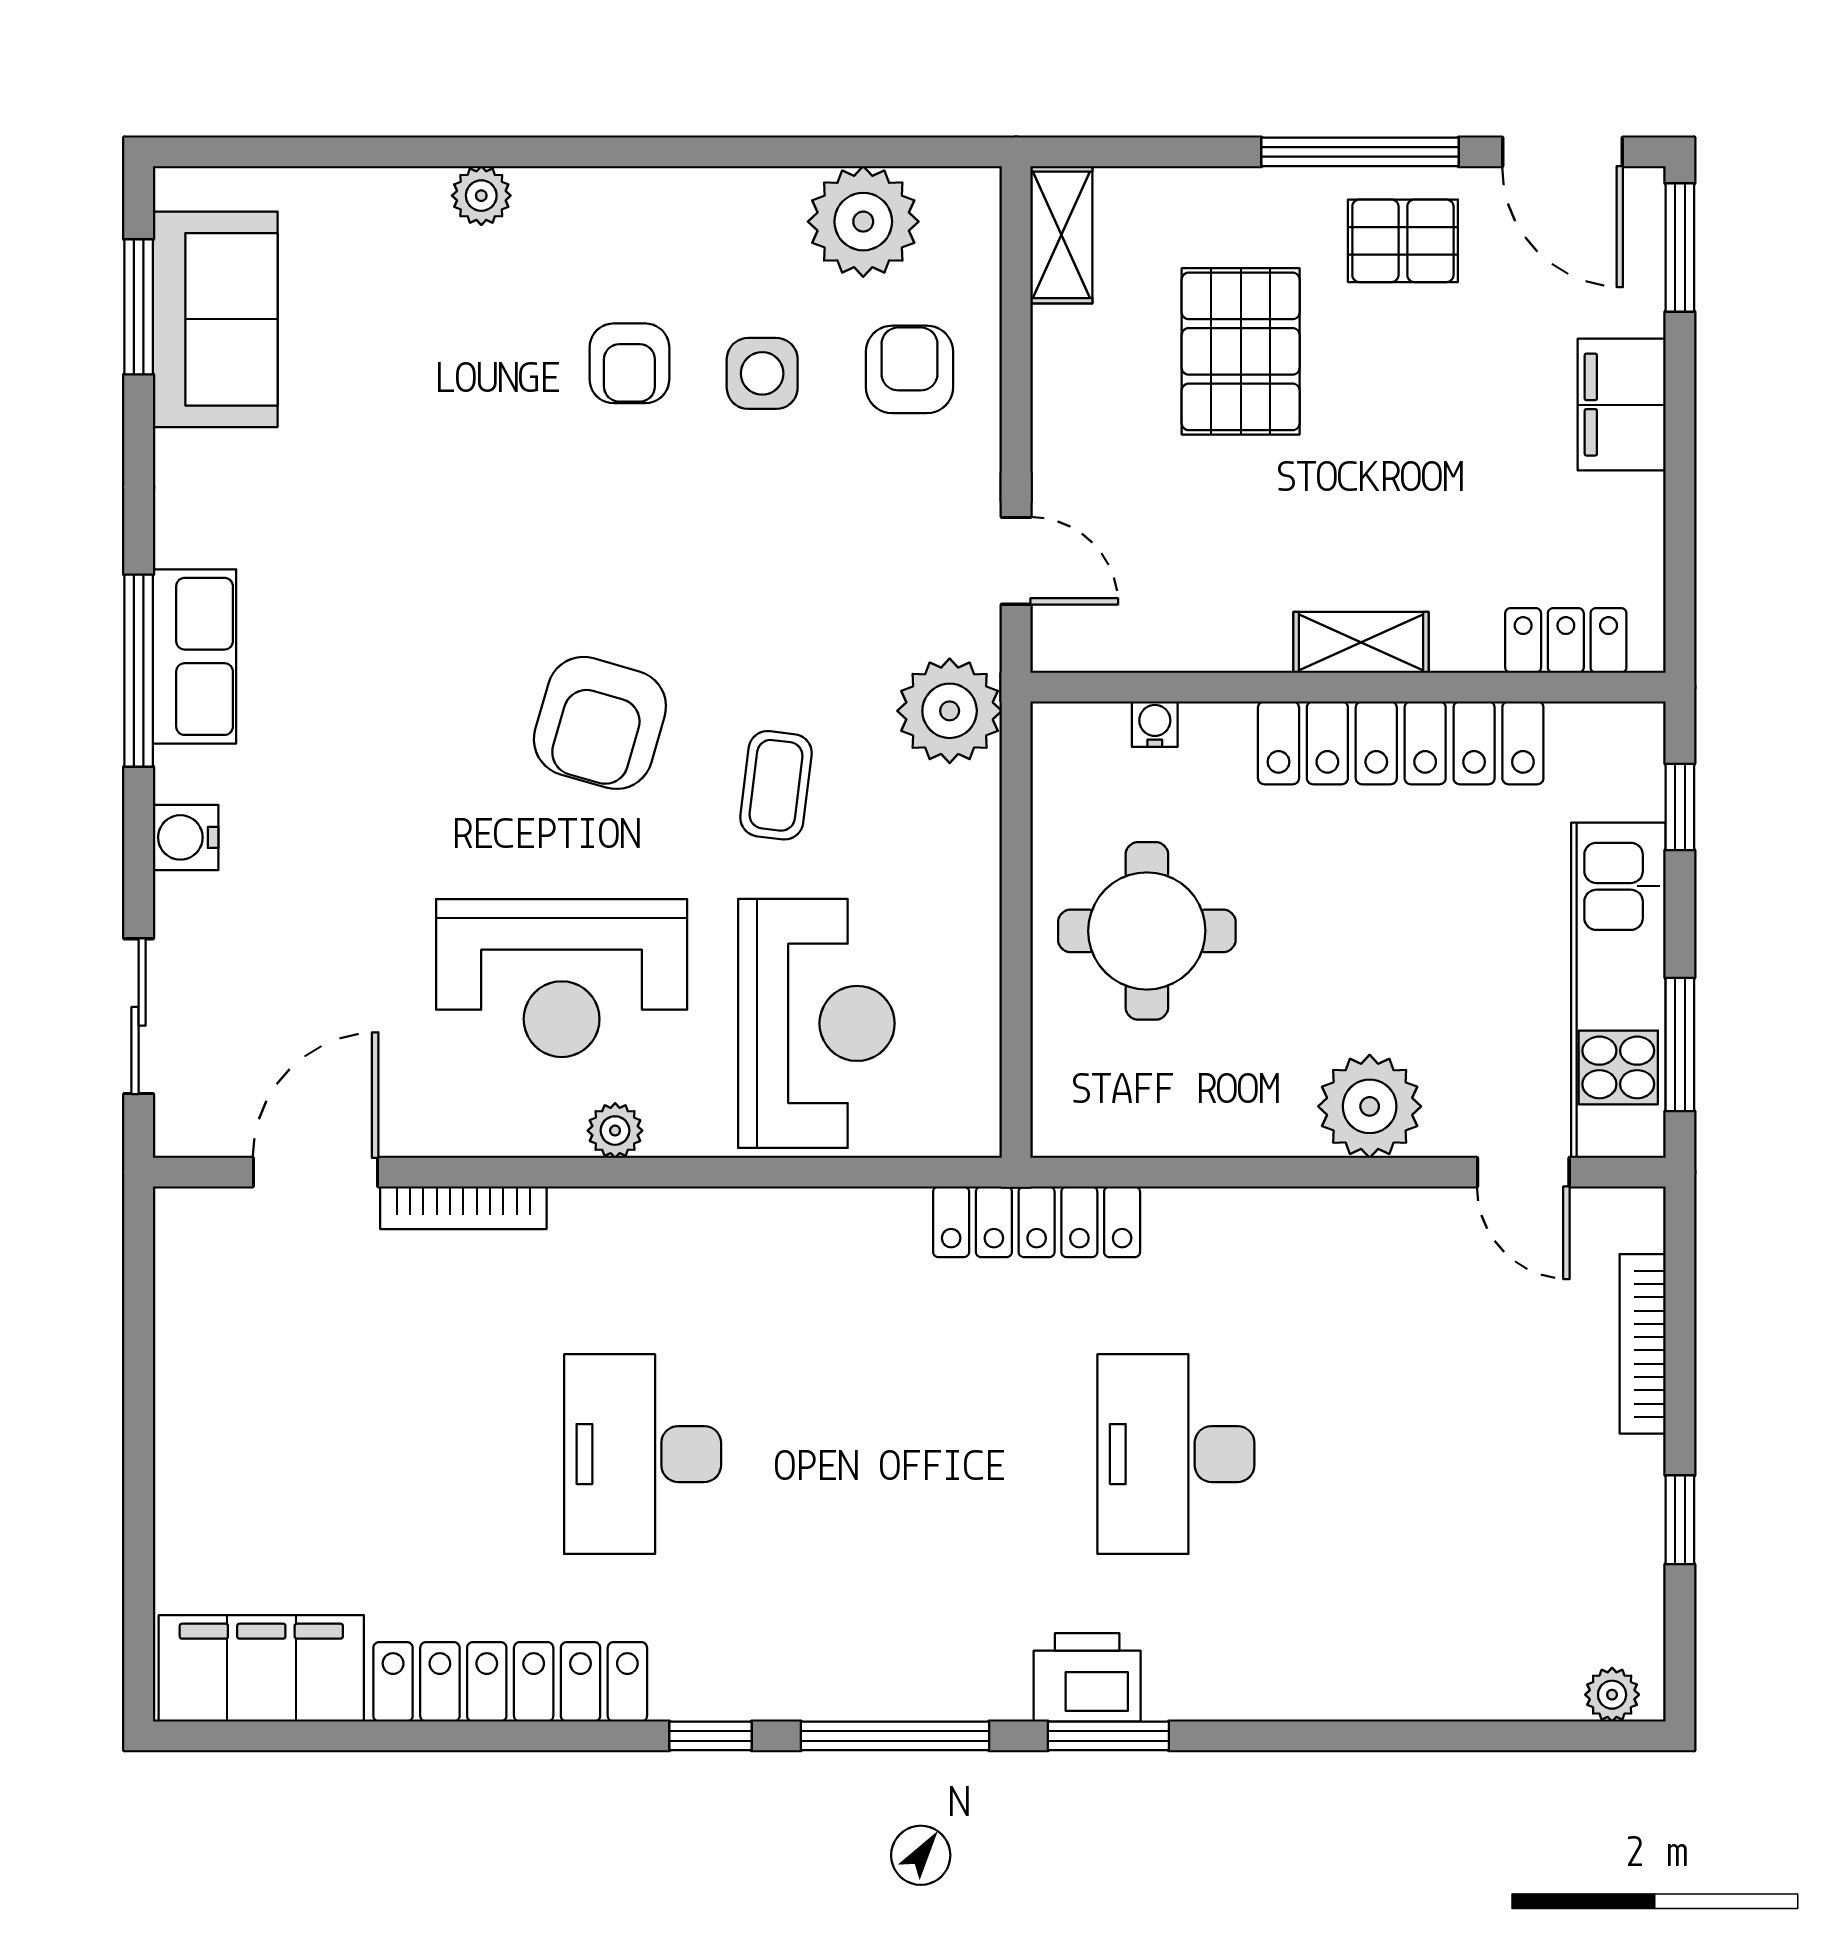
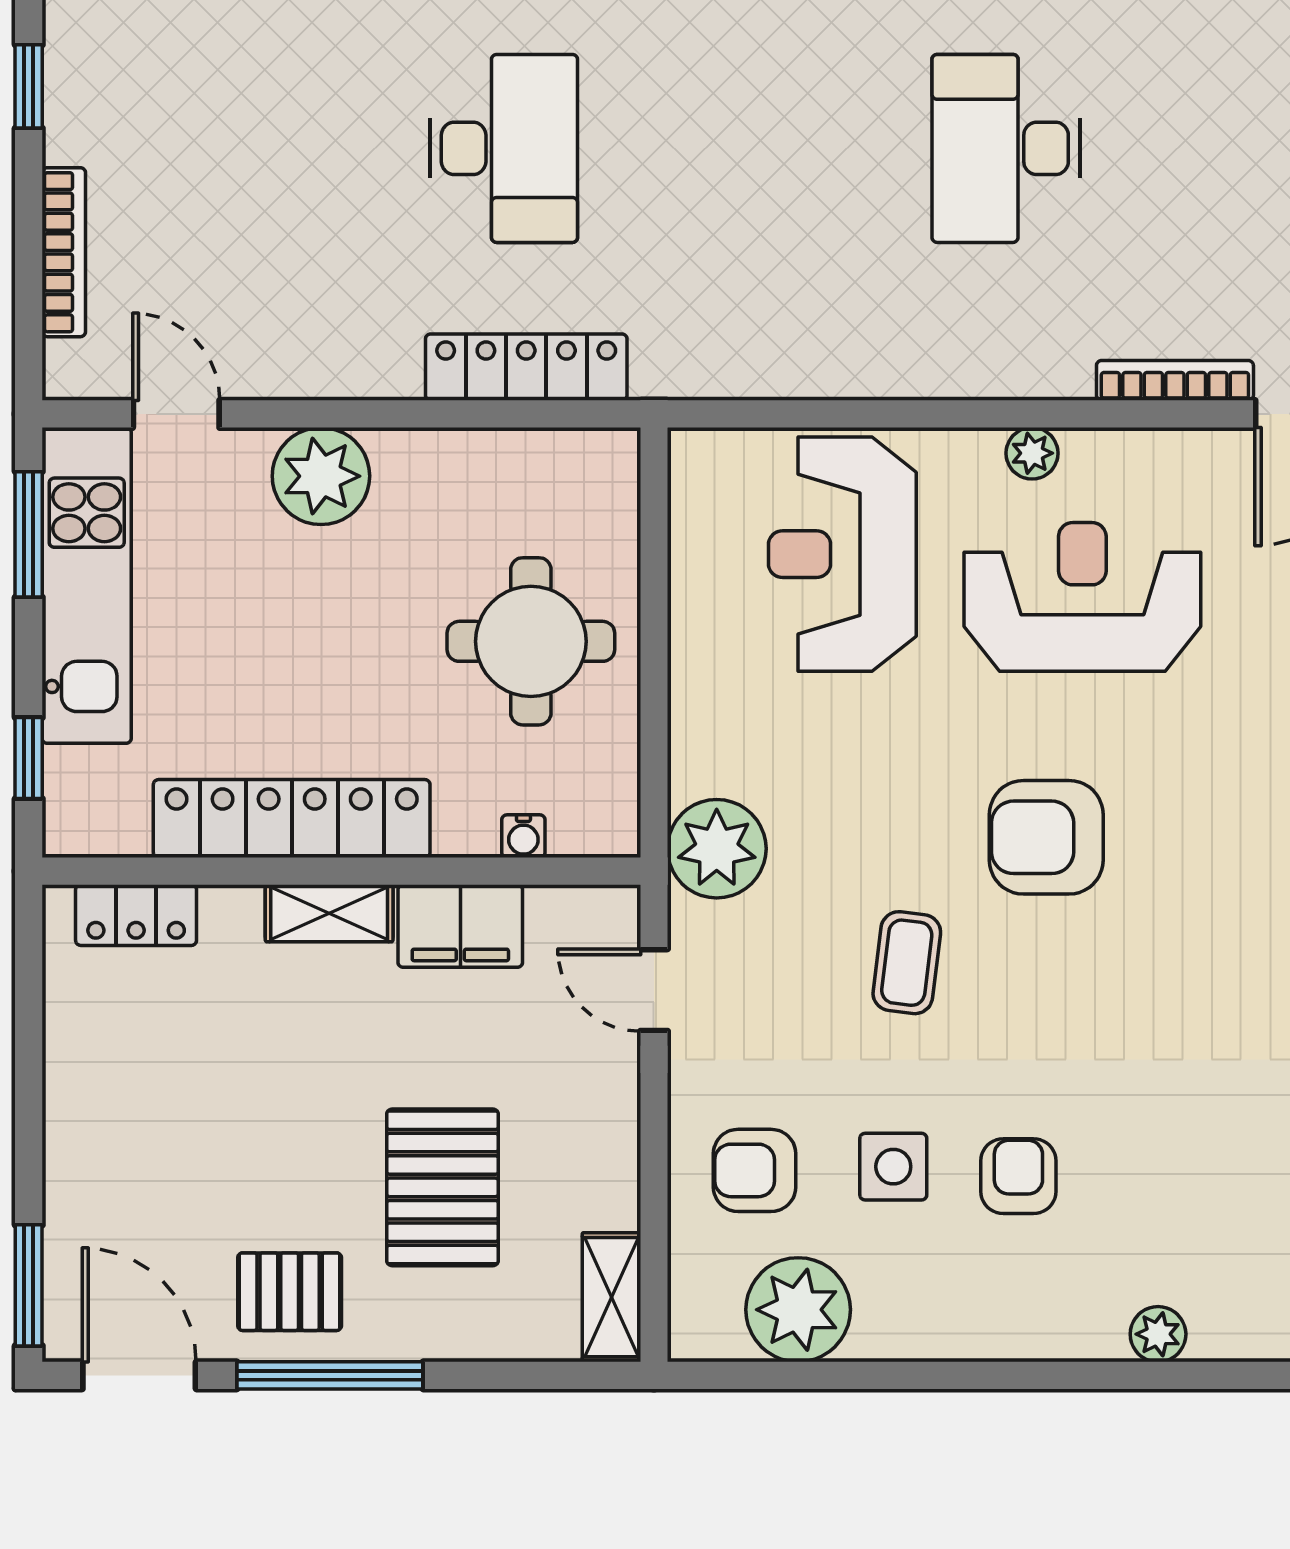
armchair: (910, 369) -> (755, 1170), turned 90
filing cabinet: (1622, 405) -> (460, 926), moved, turned 90
armchair: (600, 723) -> (1046, 837), turned -106
coffee table: (776, 785) -> (907, 963), moved
locker: (1037, 1222) -> (526, 367), moved
desk: (643, 1454) -> (1006, 148), turned 180

